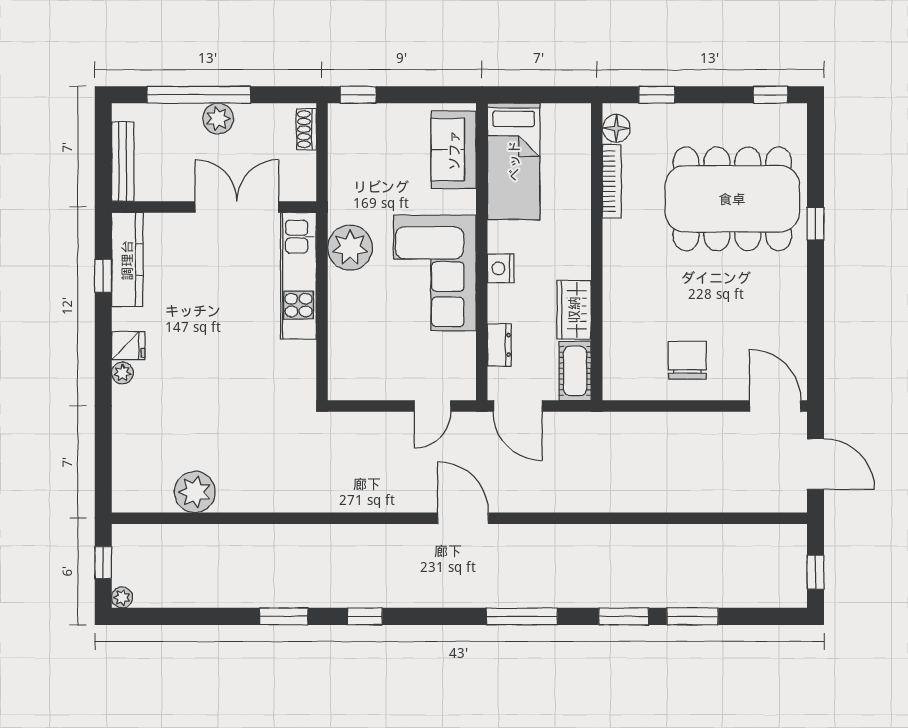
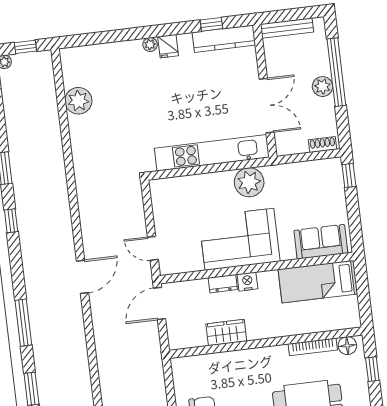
kitchen unit: (298, 276) -> (212, 153), width x1.36
dresser: (499, 345) -> (223, 284), moved
cot: (575, 371) -> (187, 338), removed

